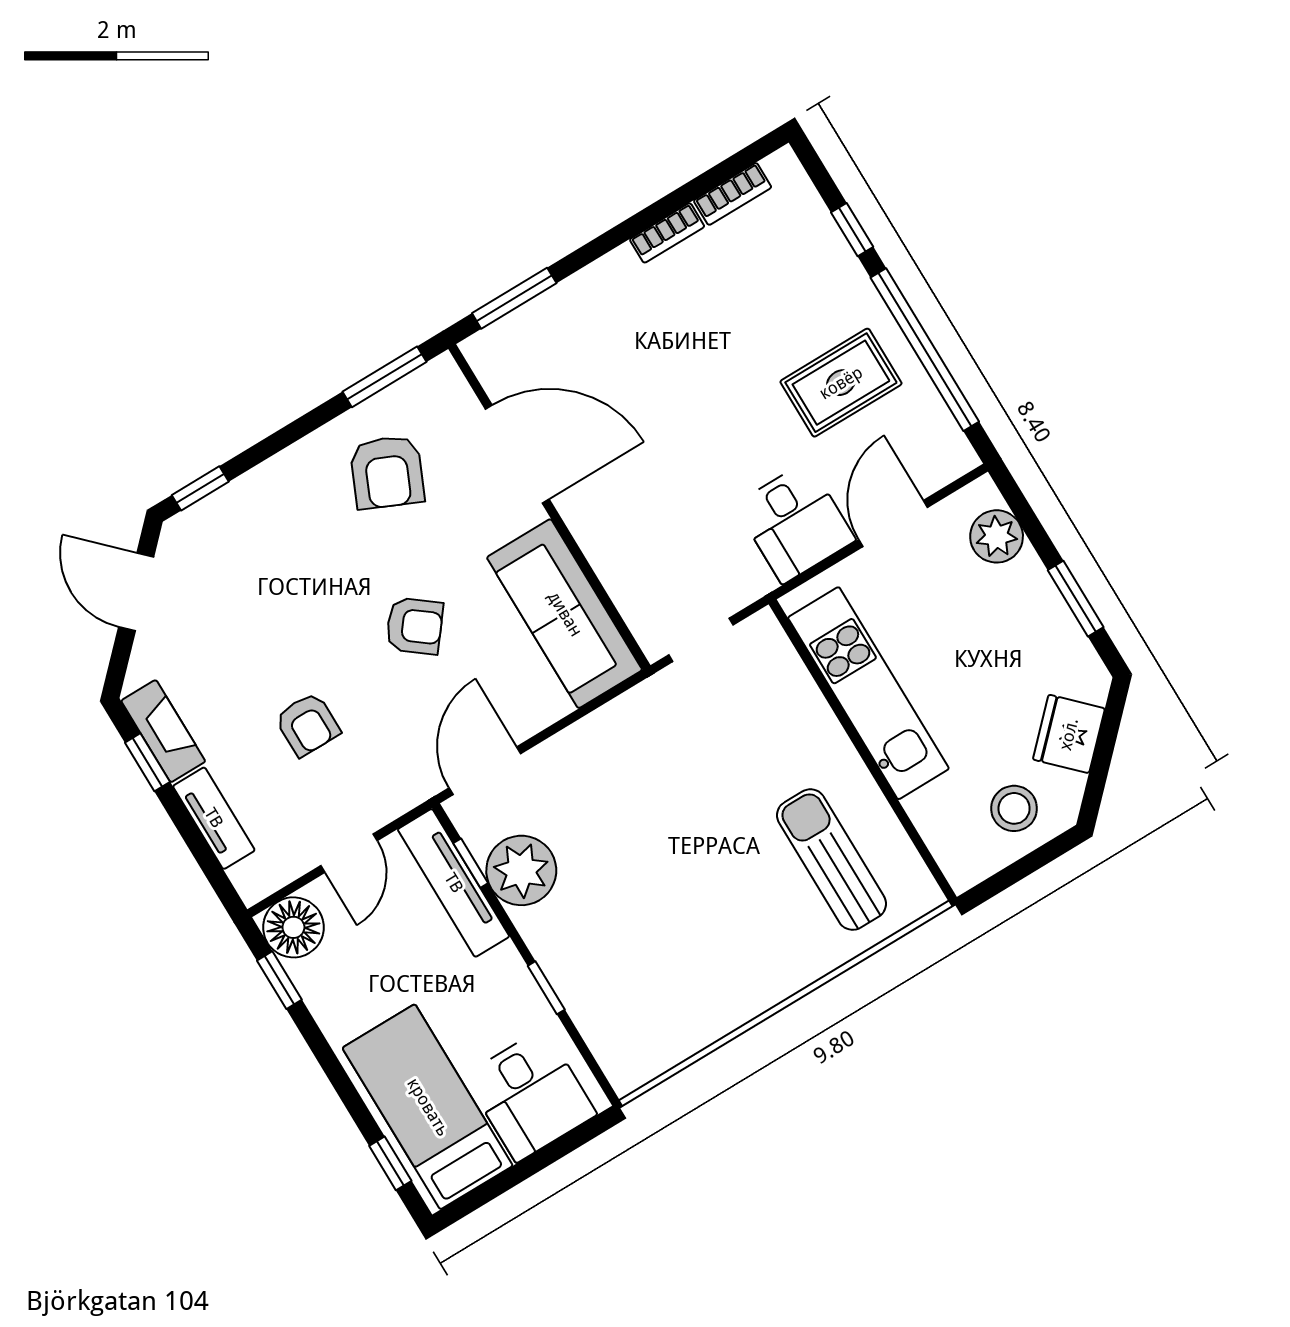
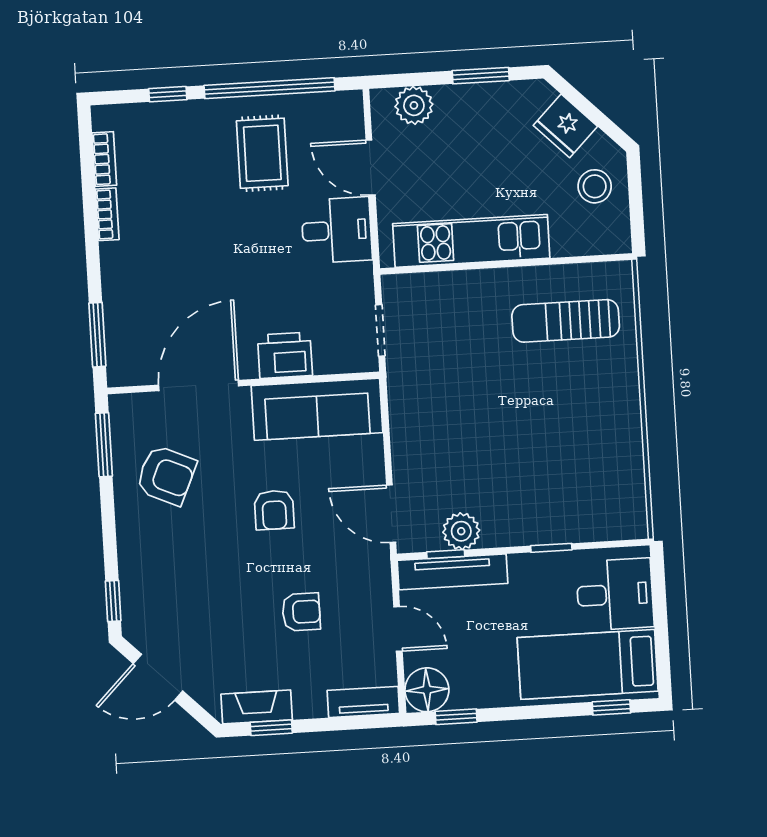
printer: (610, 540) -> (285, 355), added
armchair: (414, 626) -> (274, 510), turned 142
tv unit: (214, 818) -> (363, 702), moved
plant: (521, 870) -> (461, 531), width x0.73, depth x0.73

